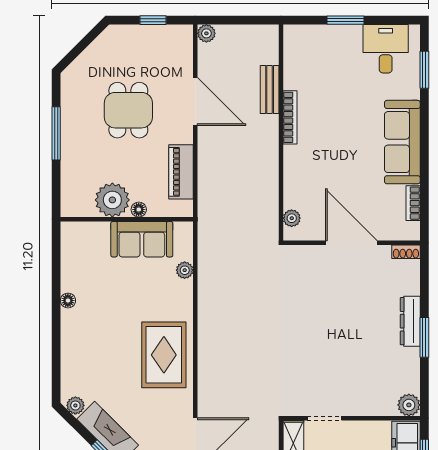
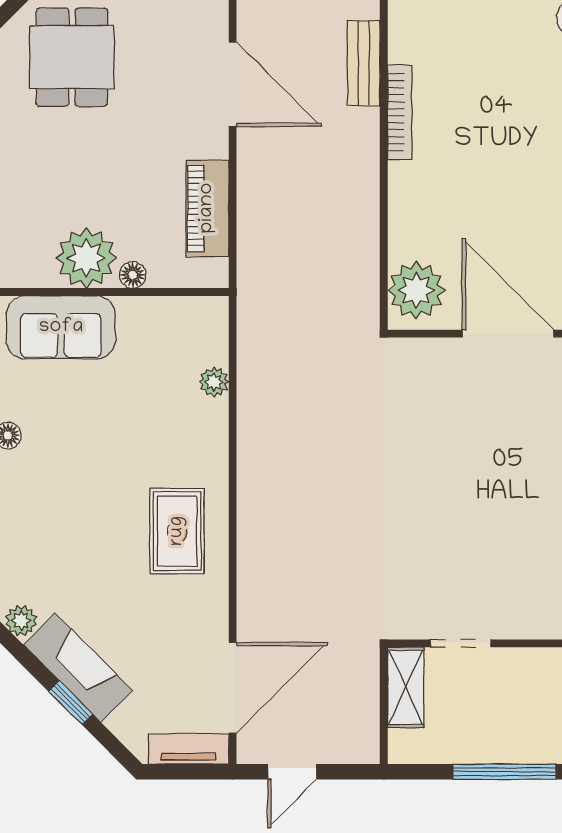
dining table: (128, 110) -> (72, 57), moved
plant: (292, 218) -> (416, 290), width x1.87, depth x1.87
sofa: (142, 239) -> (61, 327), moved
rug: (164, 355) -> (177, 531), width x0.73, depth x0.70

